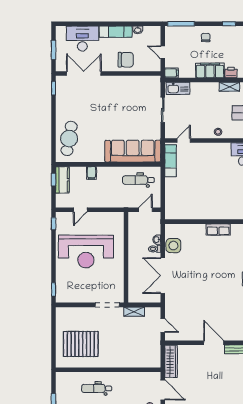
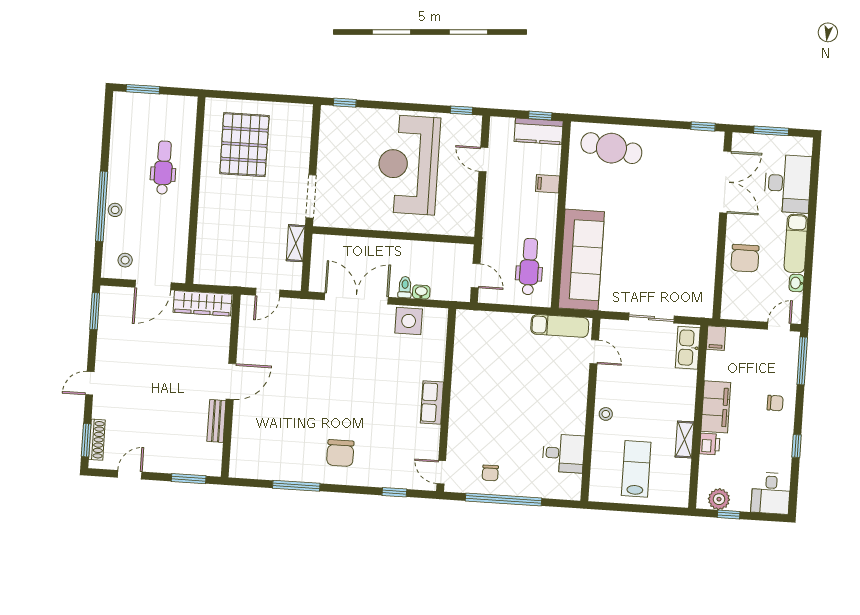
door: (163, 52) -> (779, 327), moved

